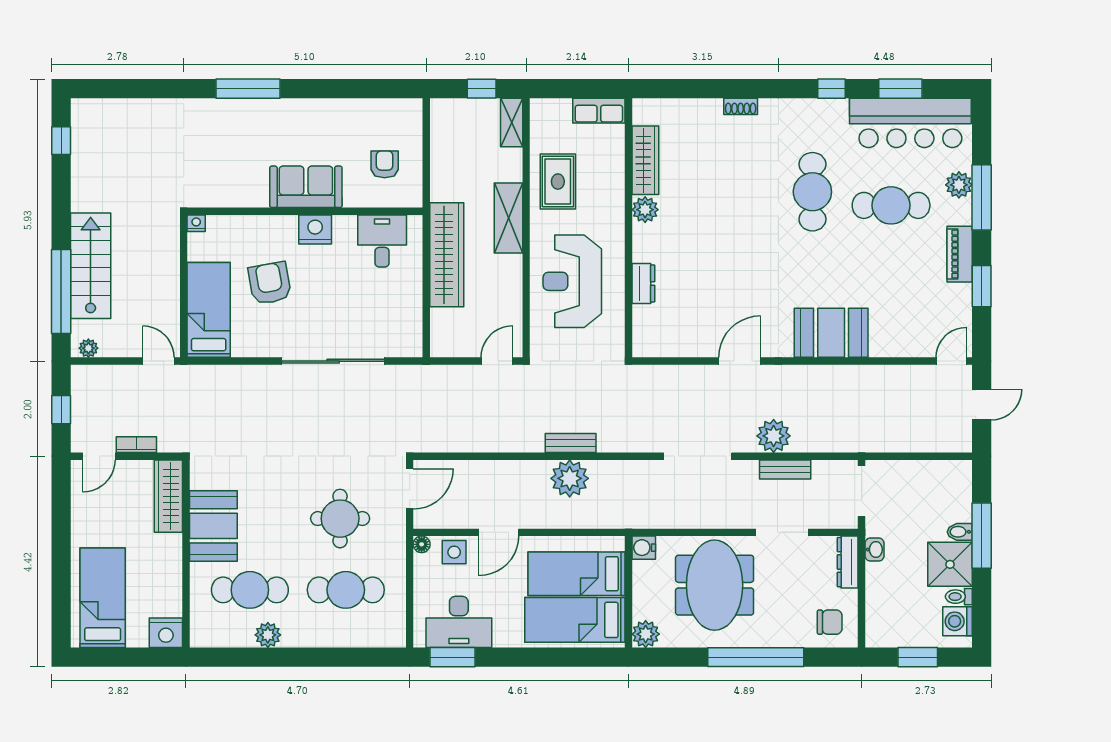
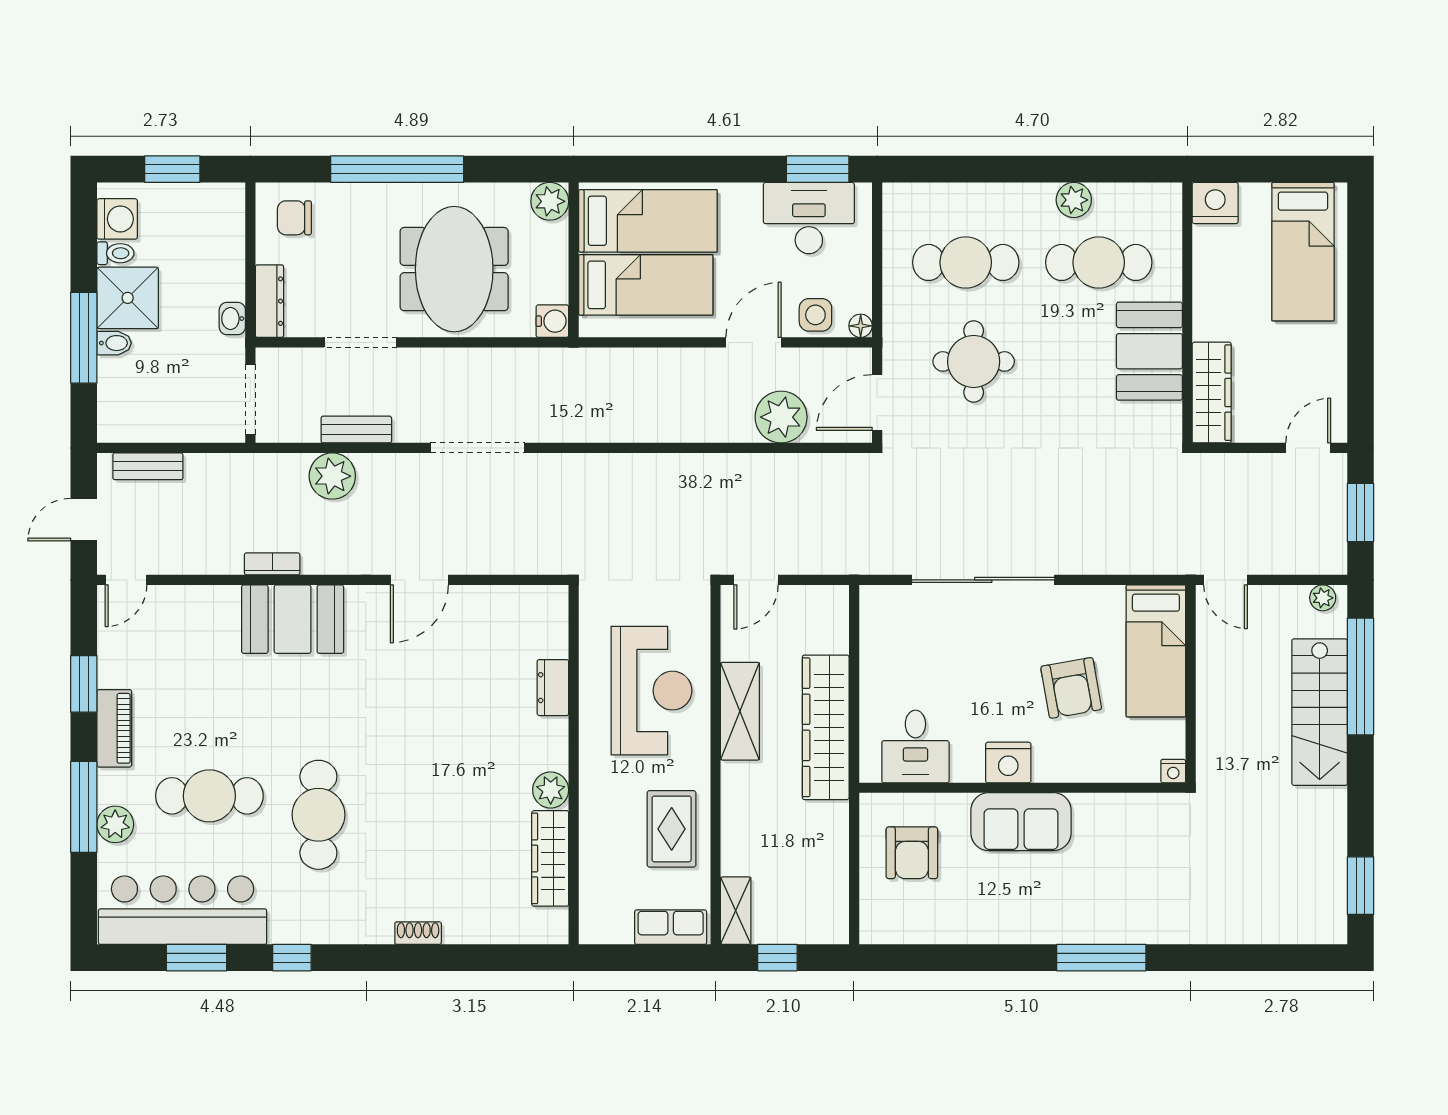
row of seats: (599, 111) -> (671, 927), moved
window: (61, 141) -> (1360, 886), width x1.50
armchair: (385, 164) -> (912, 853), width x1.38, depth x1.38
shelving: (509, 218) -> (740, 711), moved
window: (61, 410) -> (1360, 512), width x1.50
plant: (774, 436) -> (332, 476), moved
bench: (571, 443) -> (148, 466), moved
bookcase: (136, 445) -> (272, 564), moved, turned 180
plant: (570, 478) -> (781, 417), moved

